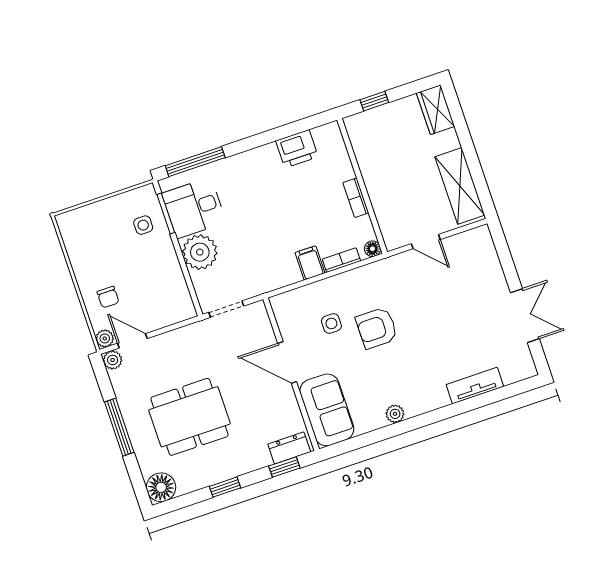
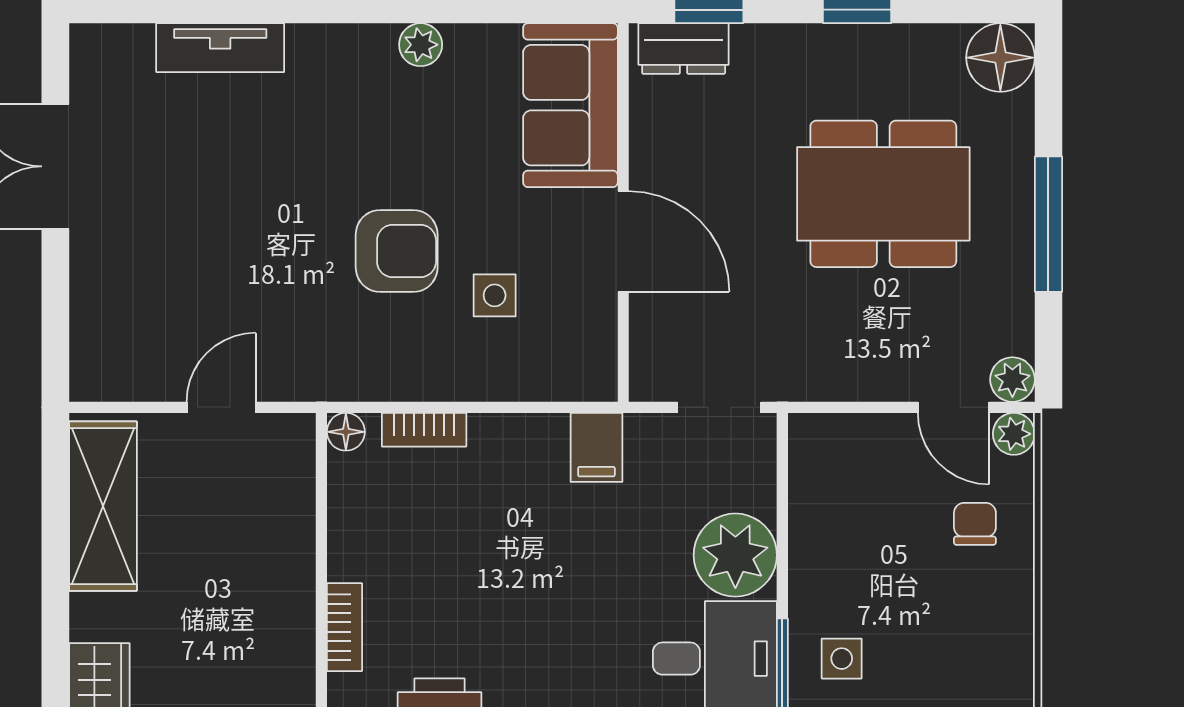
bookcase: (356, 198) -> (345, 627), moved
door: (426, 242) -> (221, 407), hinge flipped
filing cabinet: (310, 263) -> (596, 447), moved

